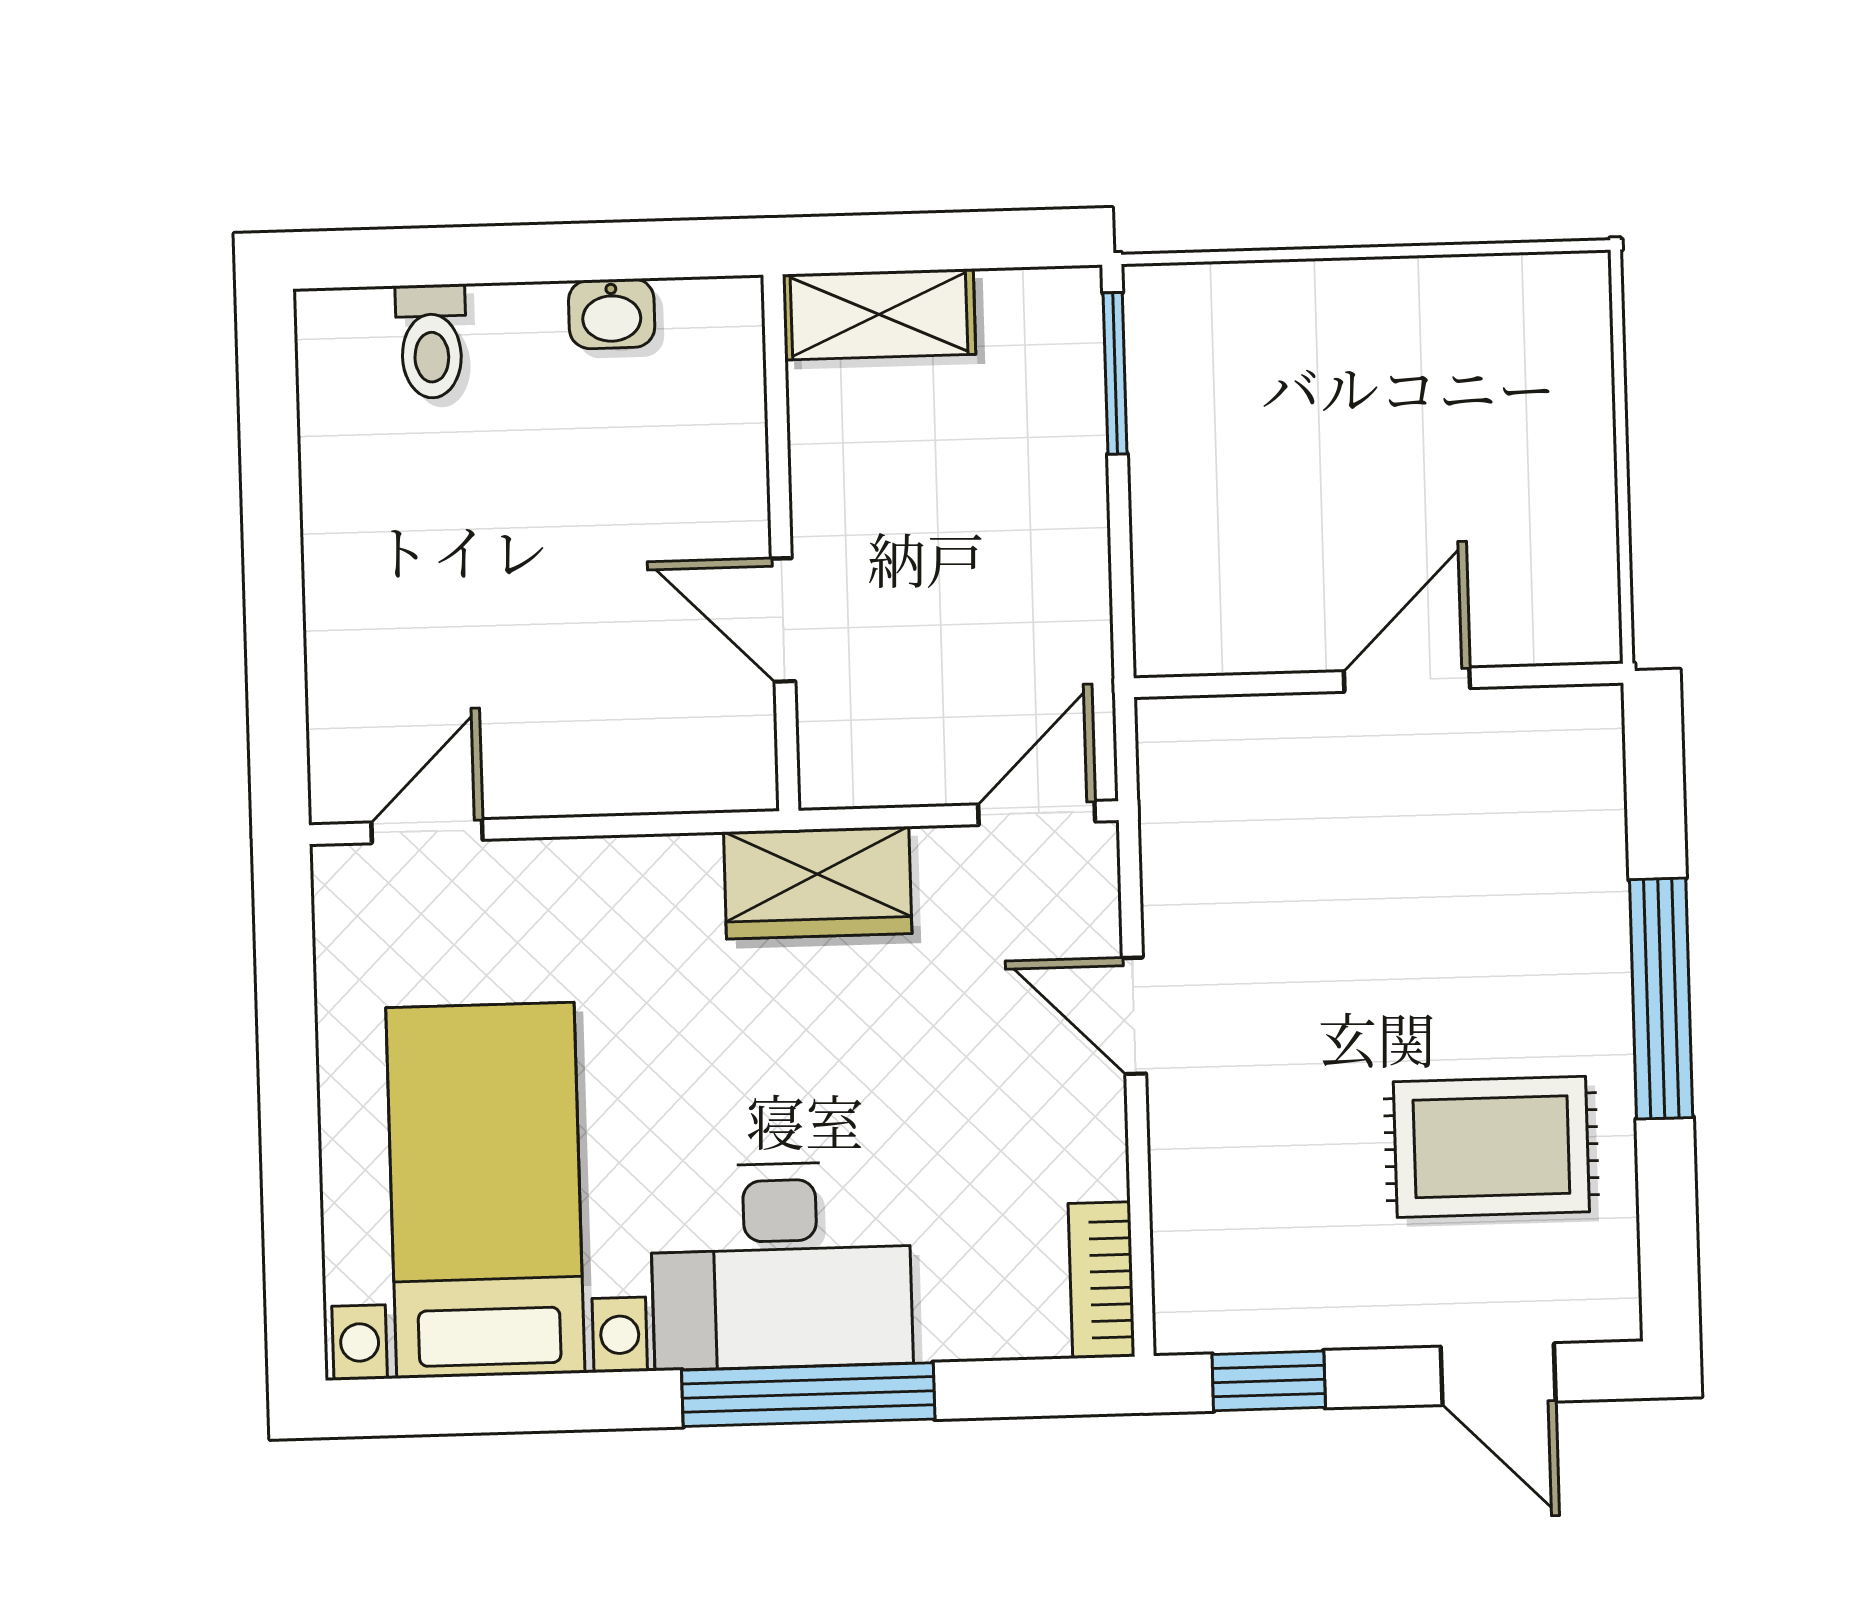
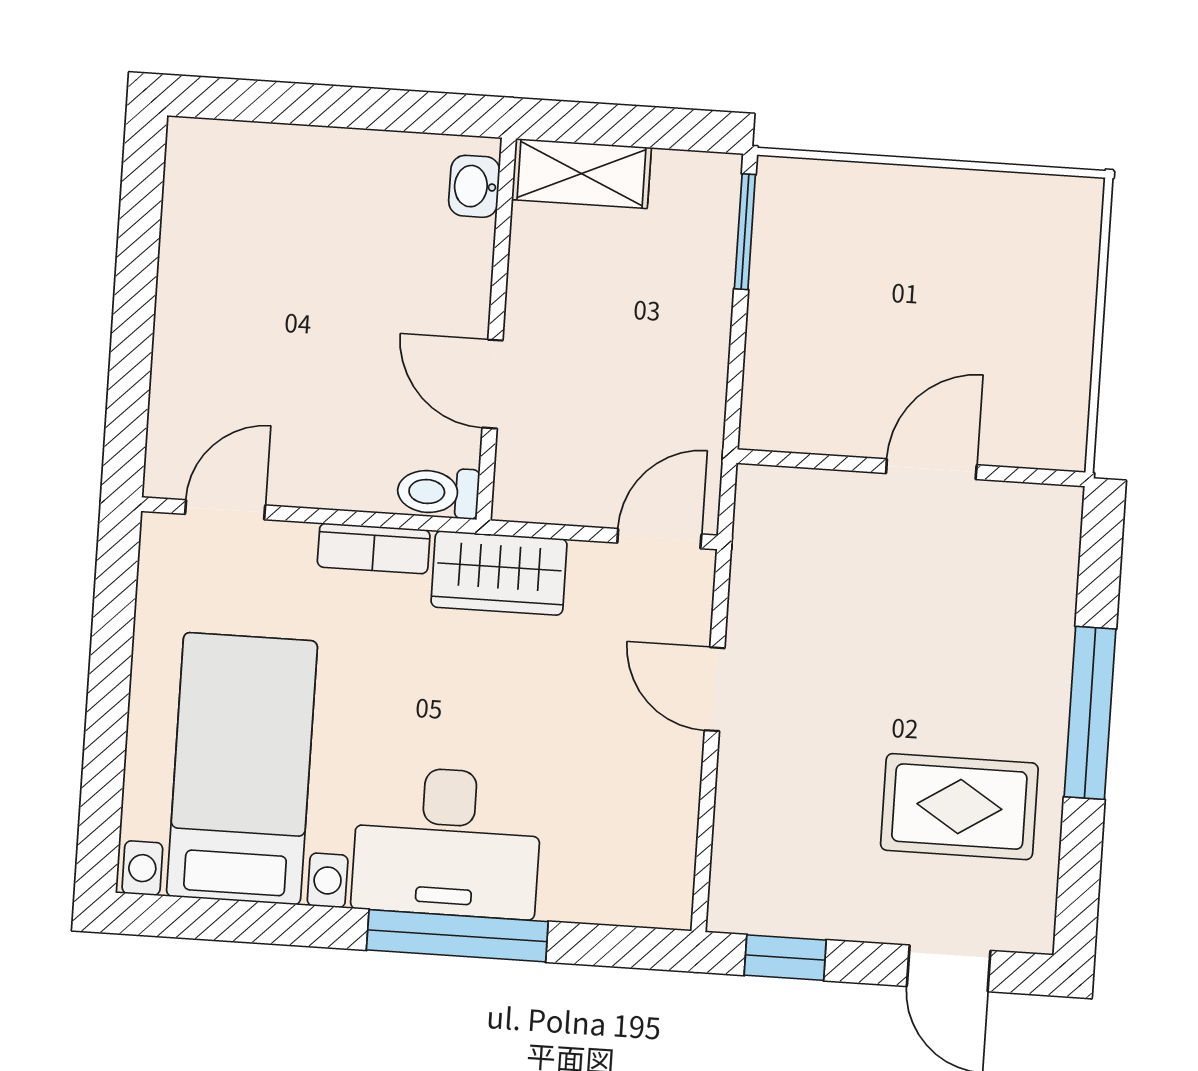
washbasin: (612, 314) -> (474, 186), moved, turned 90
toilet: (431, 341) -> (438, 492), moved, turned 90
bookcase: (1101, 1280) -> (374, 548), moved, turned -90

